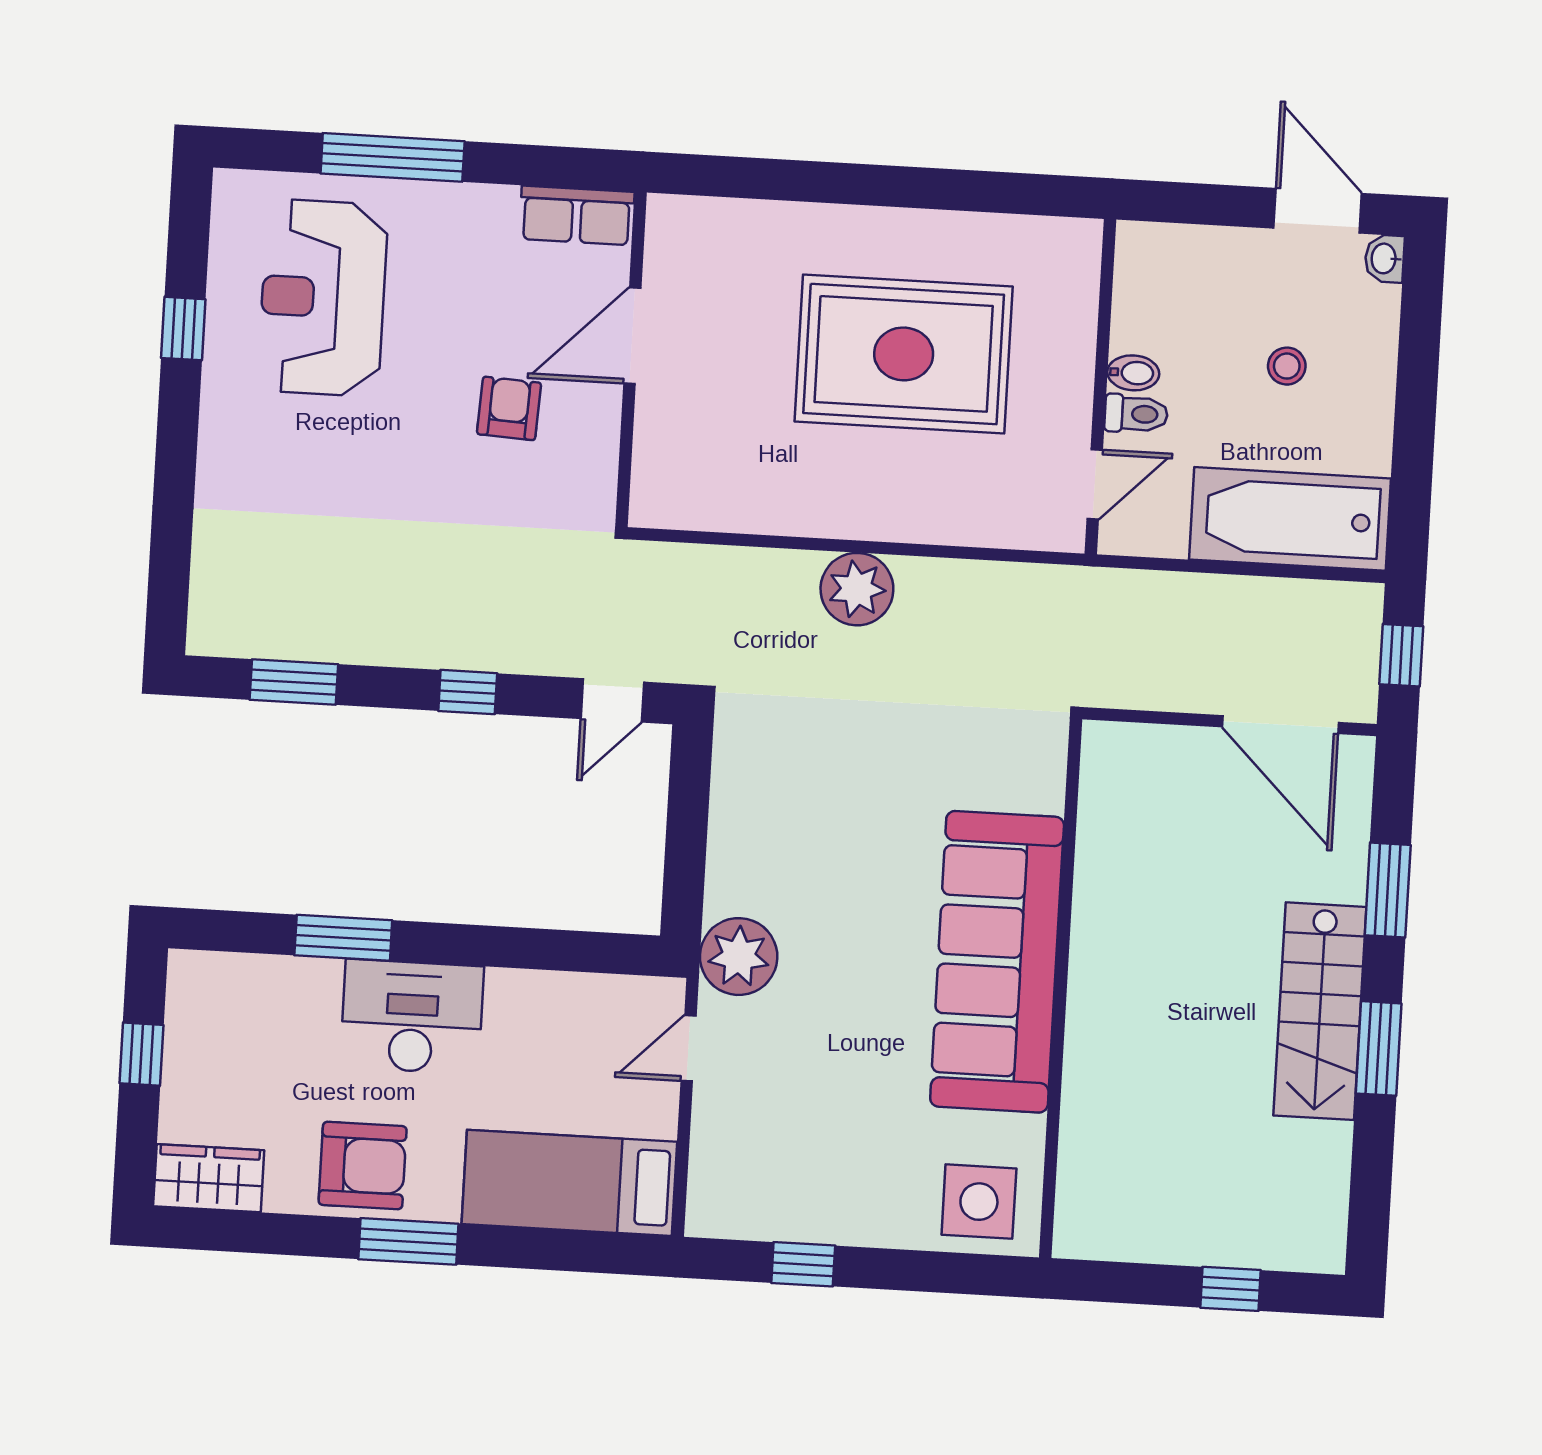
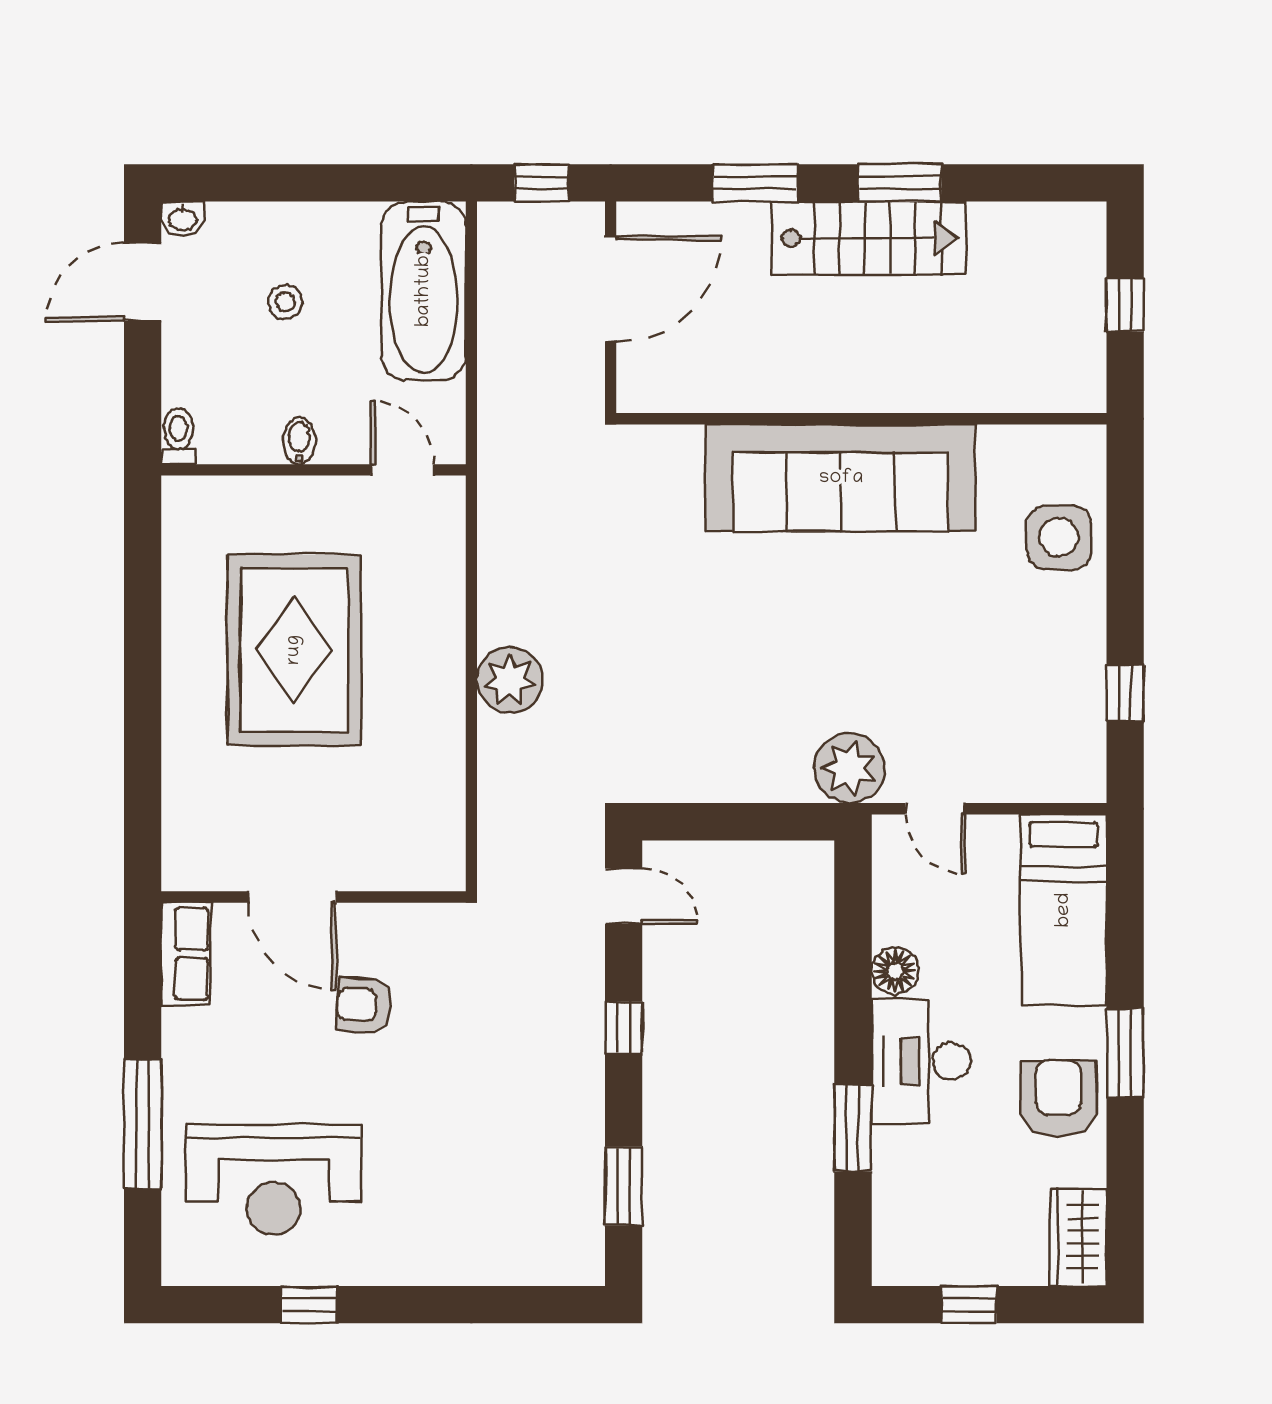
toilet: (1136, 414) -> (178, 436), moved
sofa: (997, 962) -> (841, 478), moved
wall: (1061, 988) -> (861, 419), moved
floor lamp: (513, 994) -> (895, 971), added

